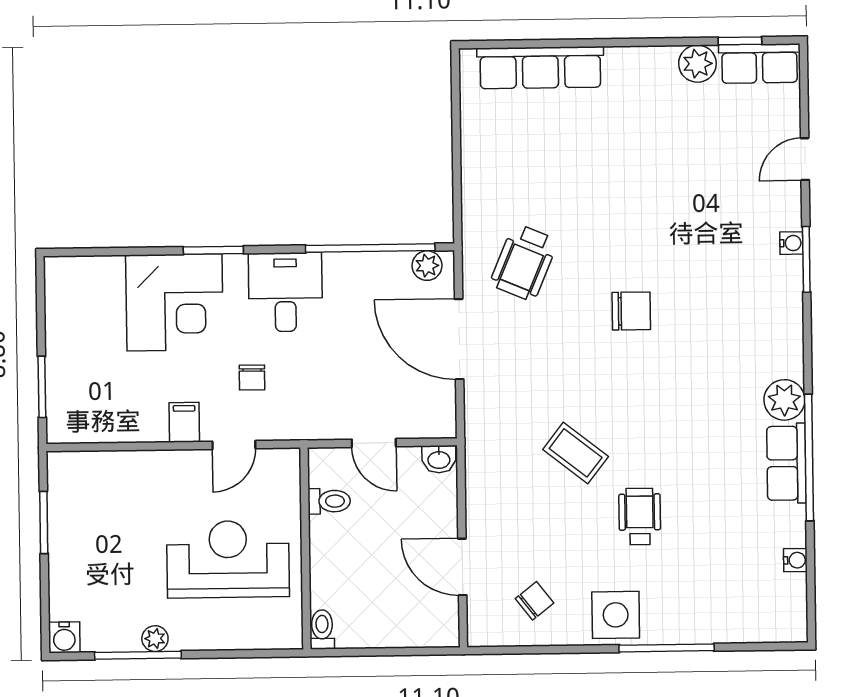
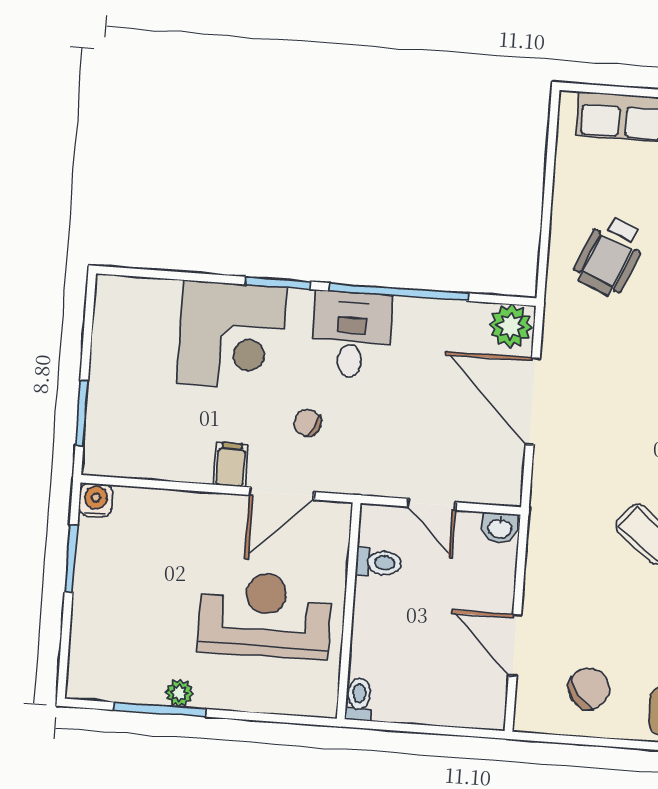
window: (370, 248) -> (399, 292), moved
wheelchair: (524, 262) -> (610, 256), moved
plant: (427, 266) -> (511, 326), width x1.38, depth x1.38
chair: (252, 377) -> (307, 423), turned 119
door: (234, 445) -> (282, 493), width x1.38
chair: (535, 601) -> (589, 688), width x1.37, depth x1.37
water cooler: (64, 637) -> (96, 500), moved, turned 180

